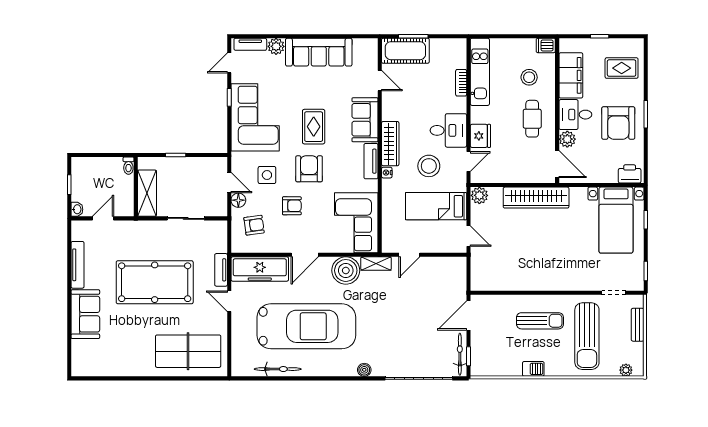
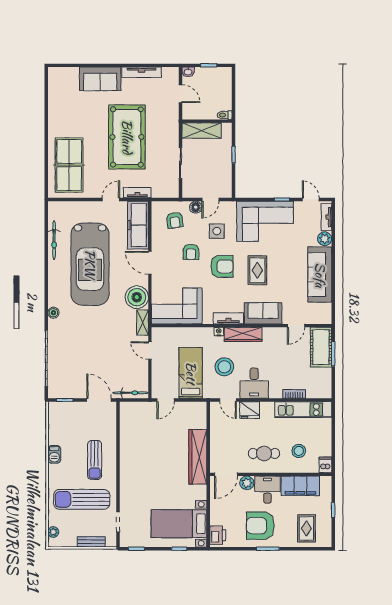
rug: (314, 127) -> (257, 270), turned 90
plant: (479, 195) -> (200, 409), removed
bicycle: (460, 354) -> (131, 393), moved

